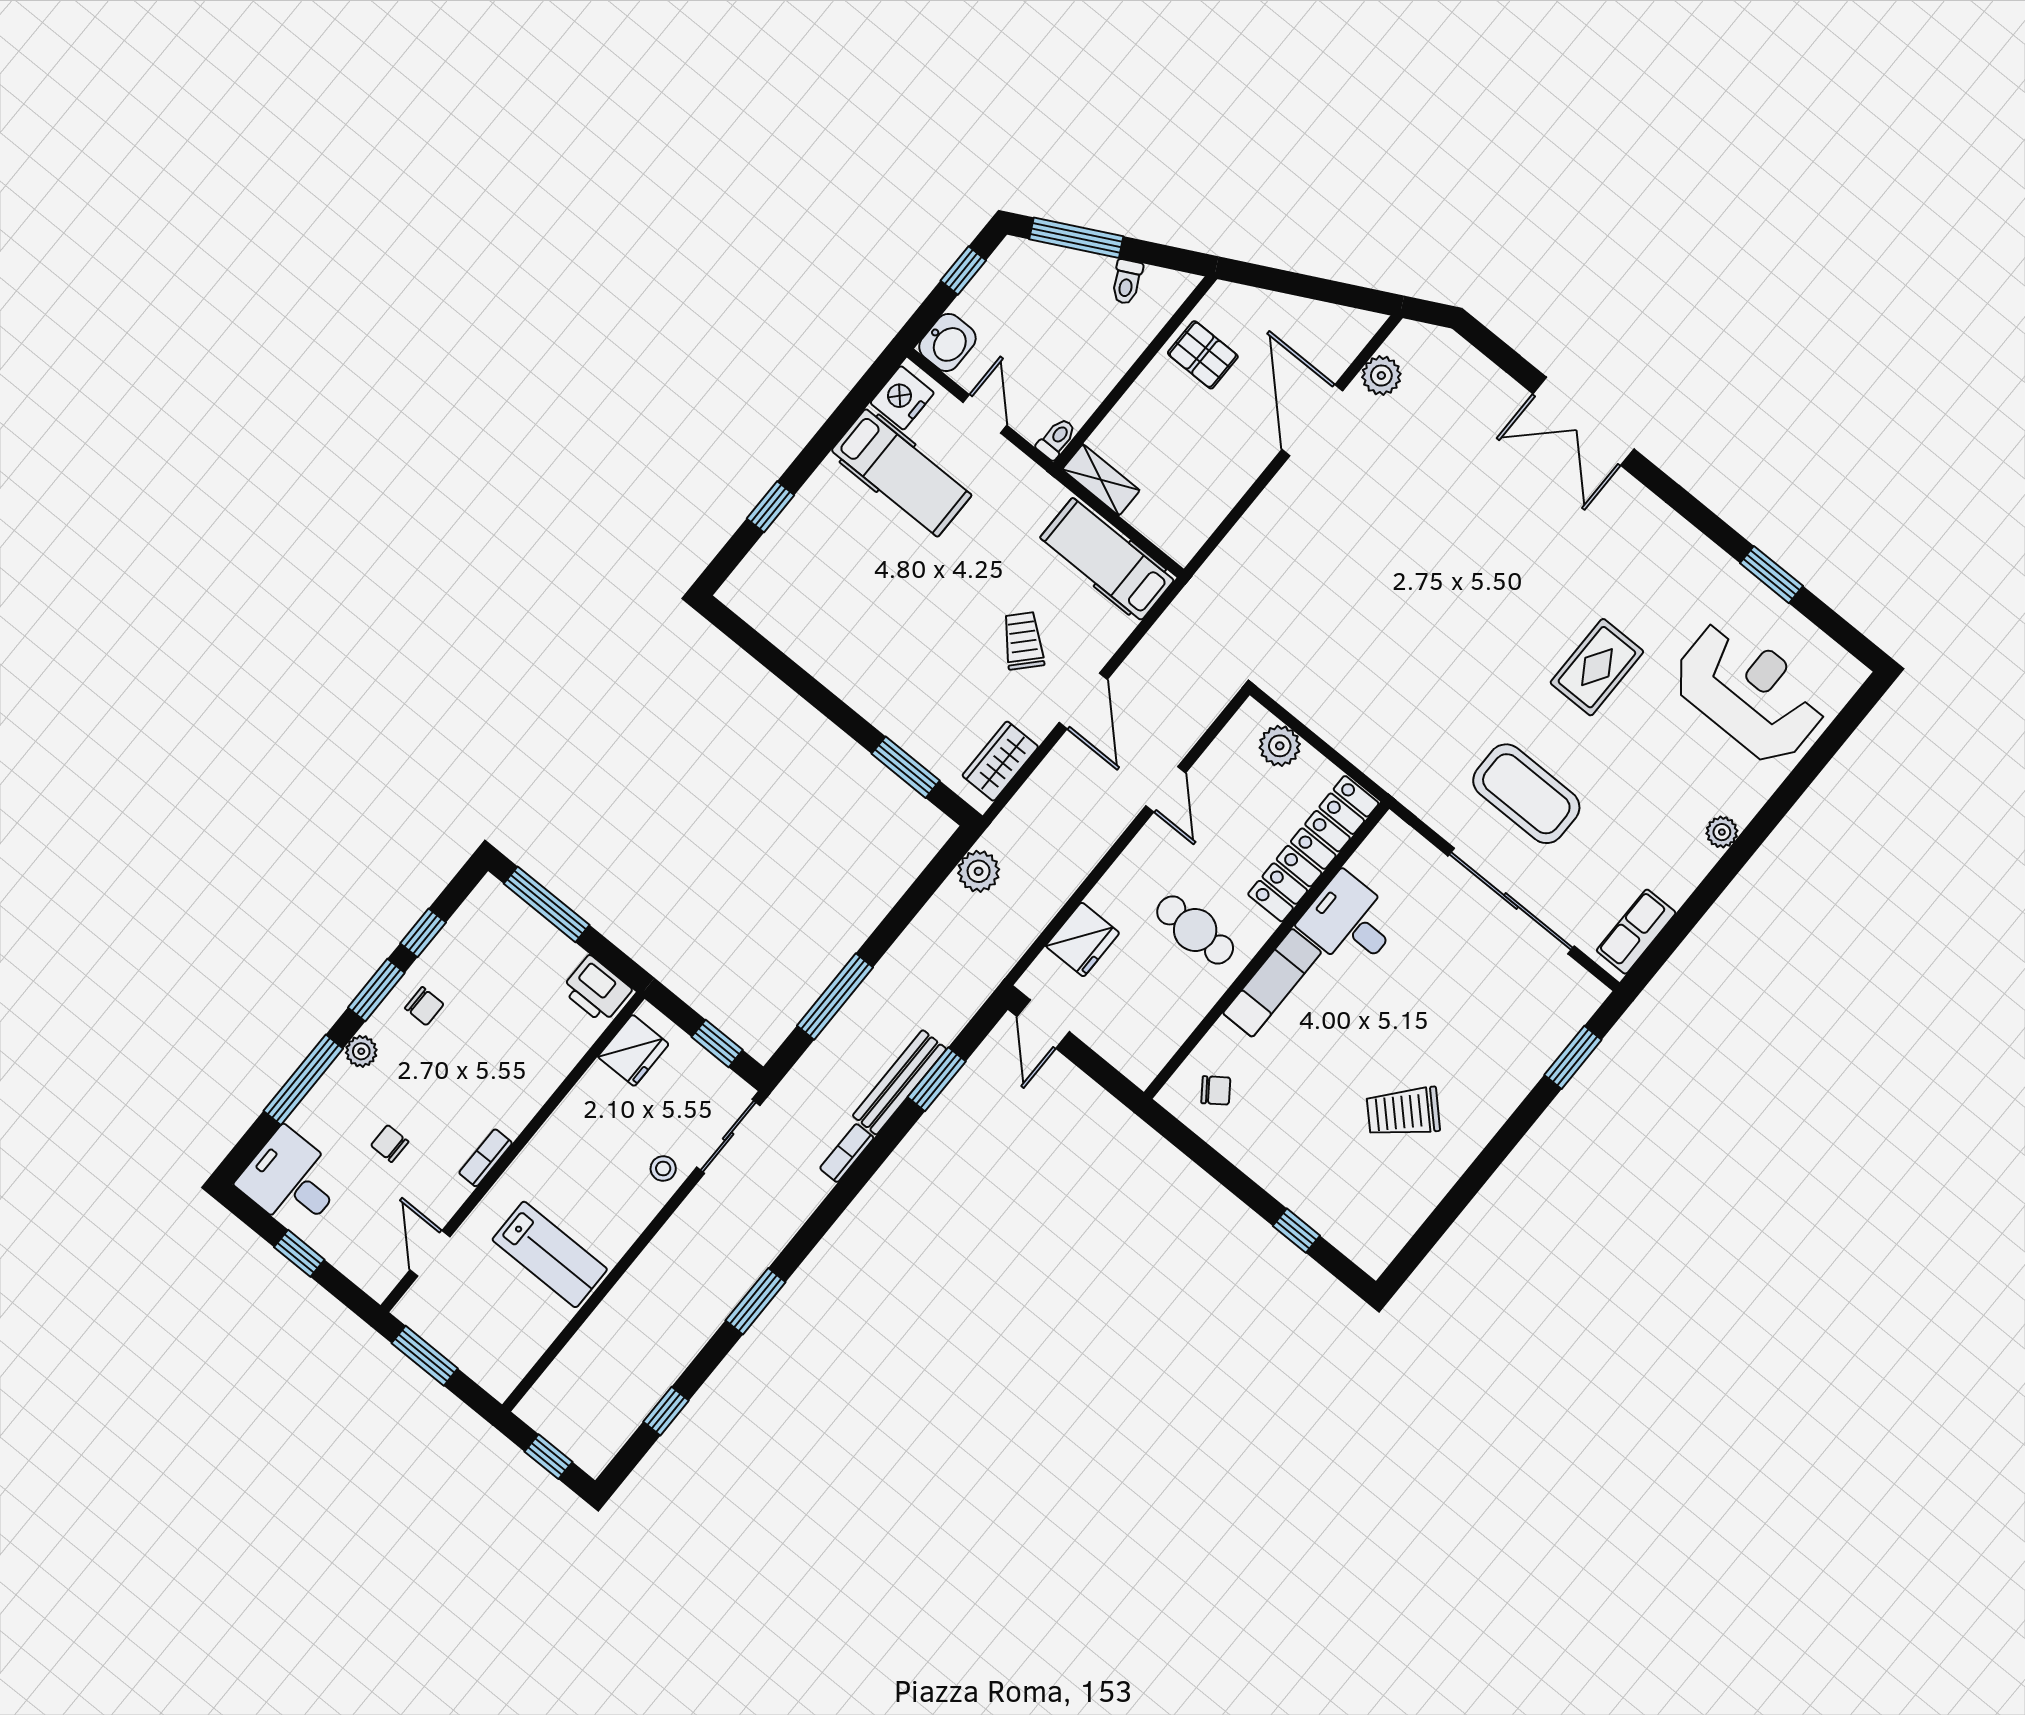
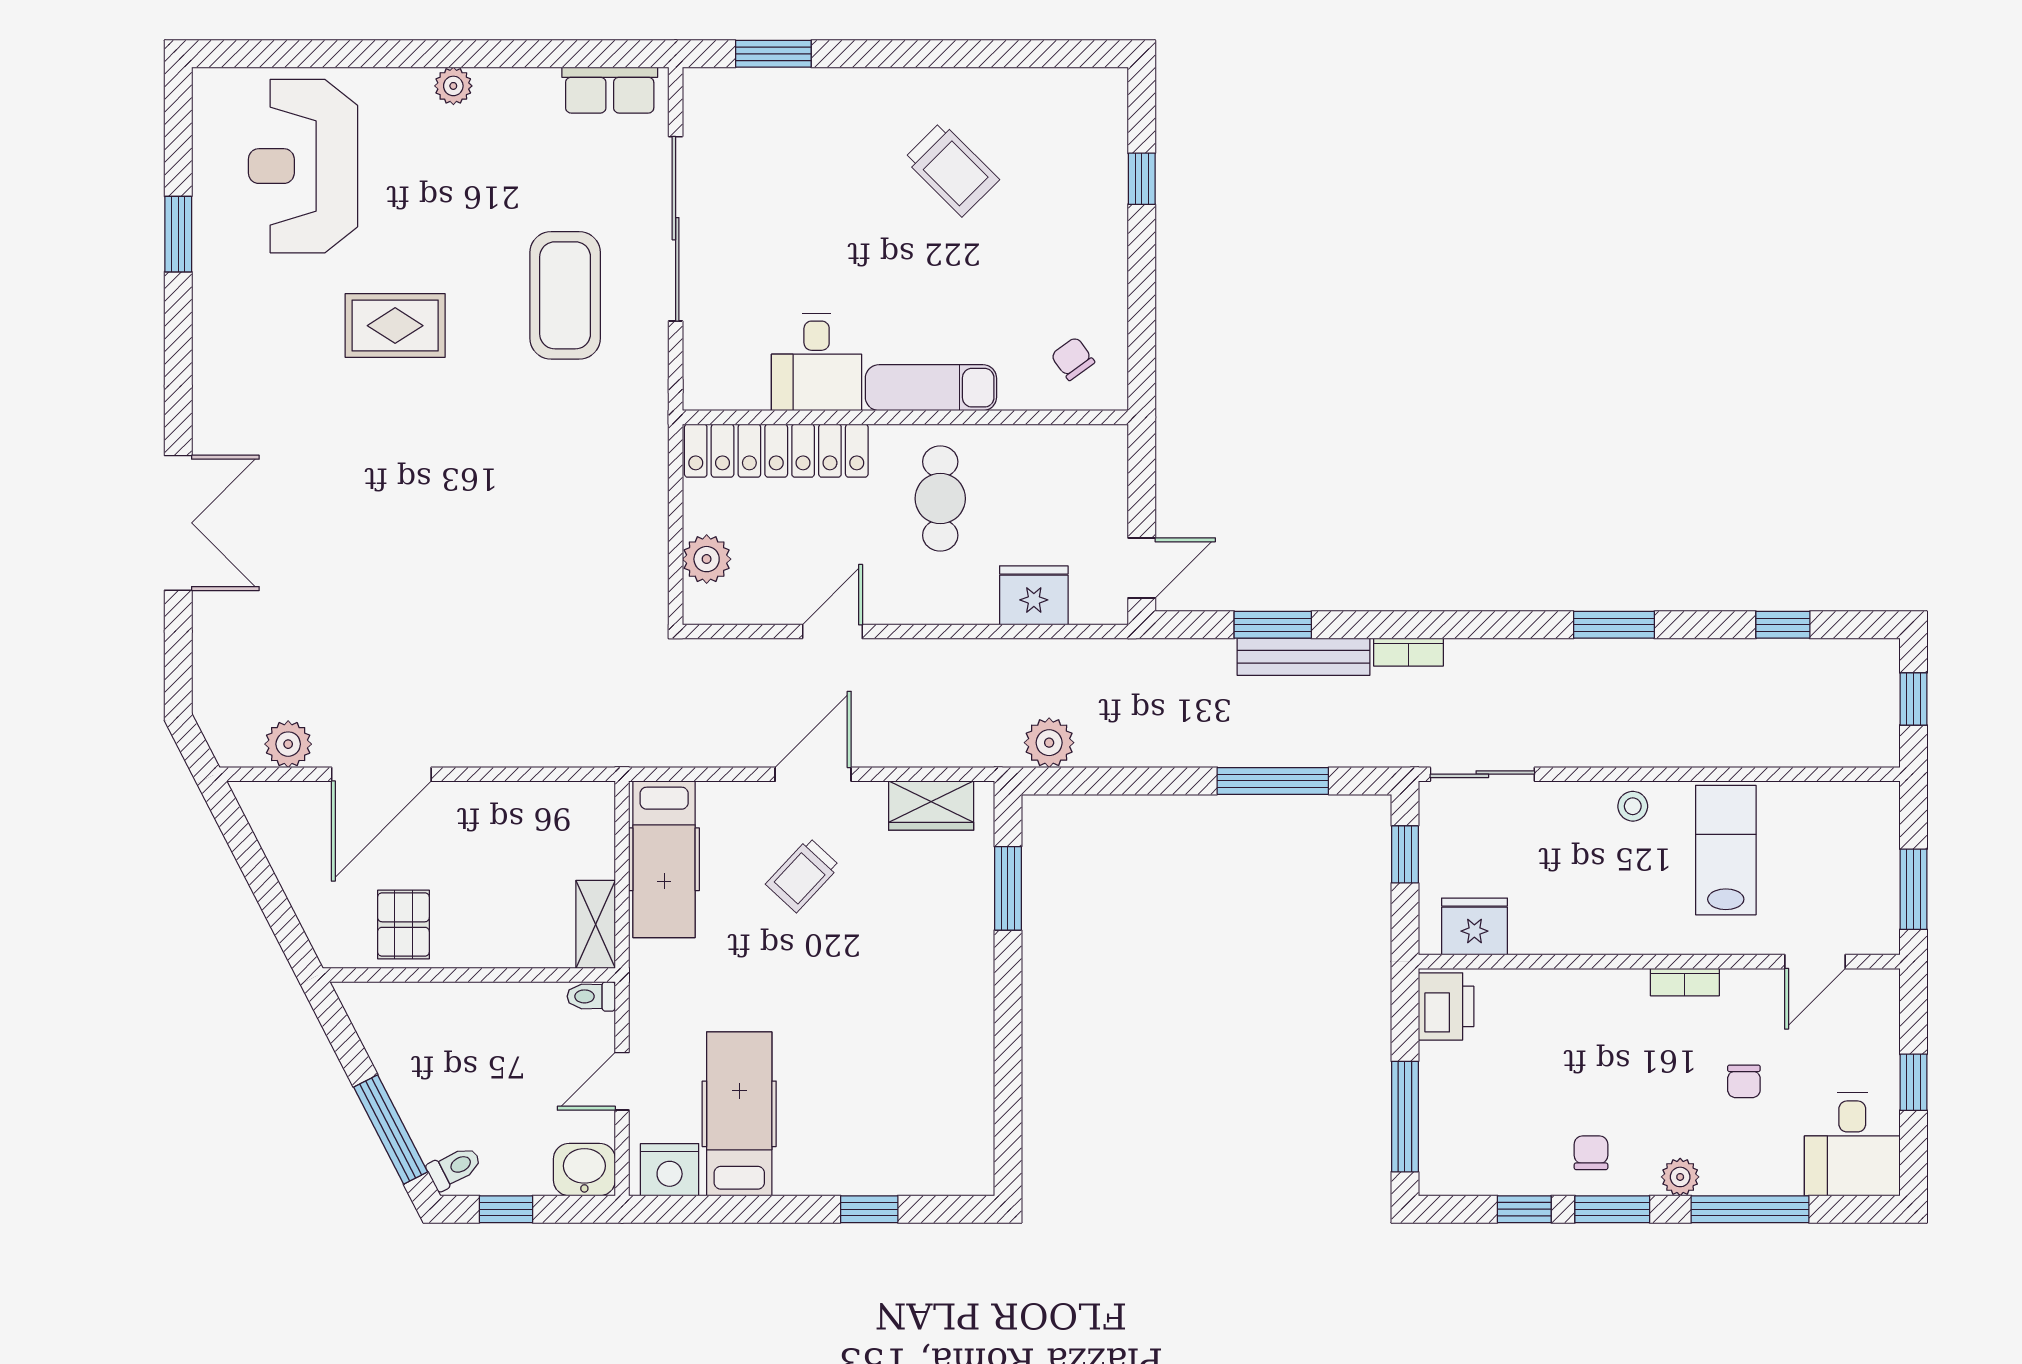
toilet: (1127, 282) -> (454, 1168), moved
stool: (663, 1169) -> (1633, 806), moved

